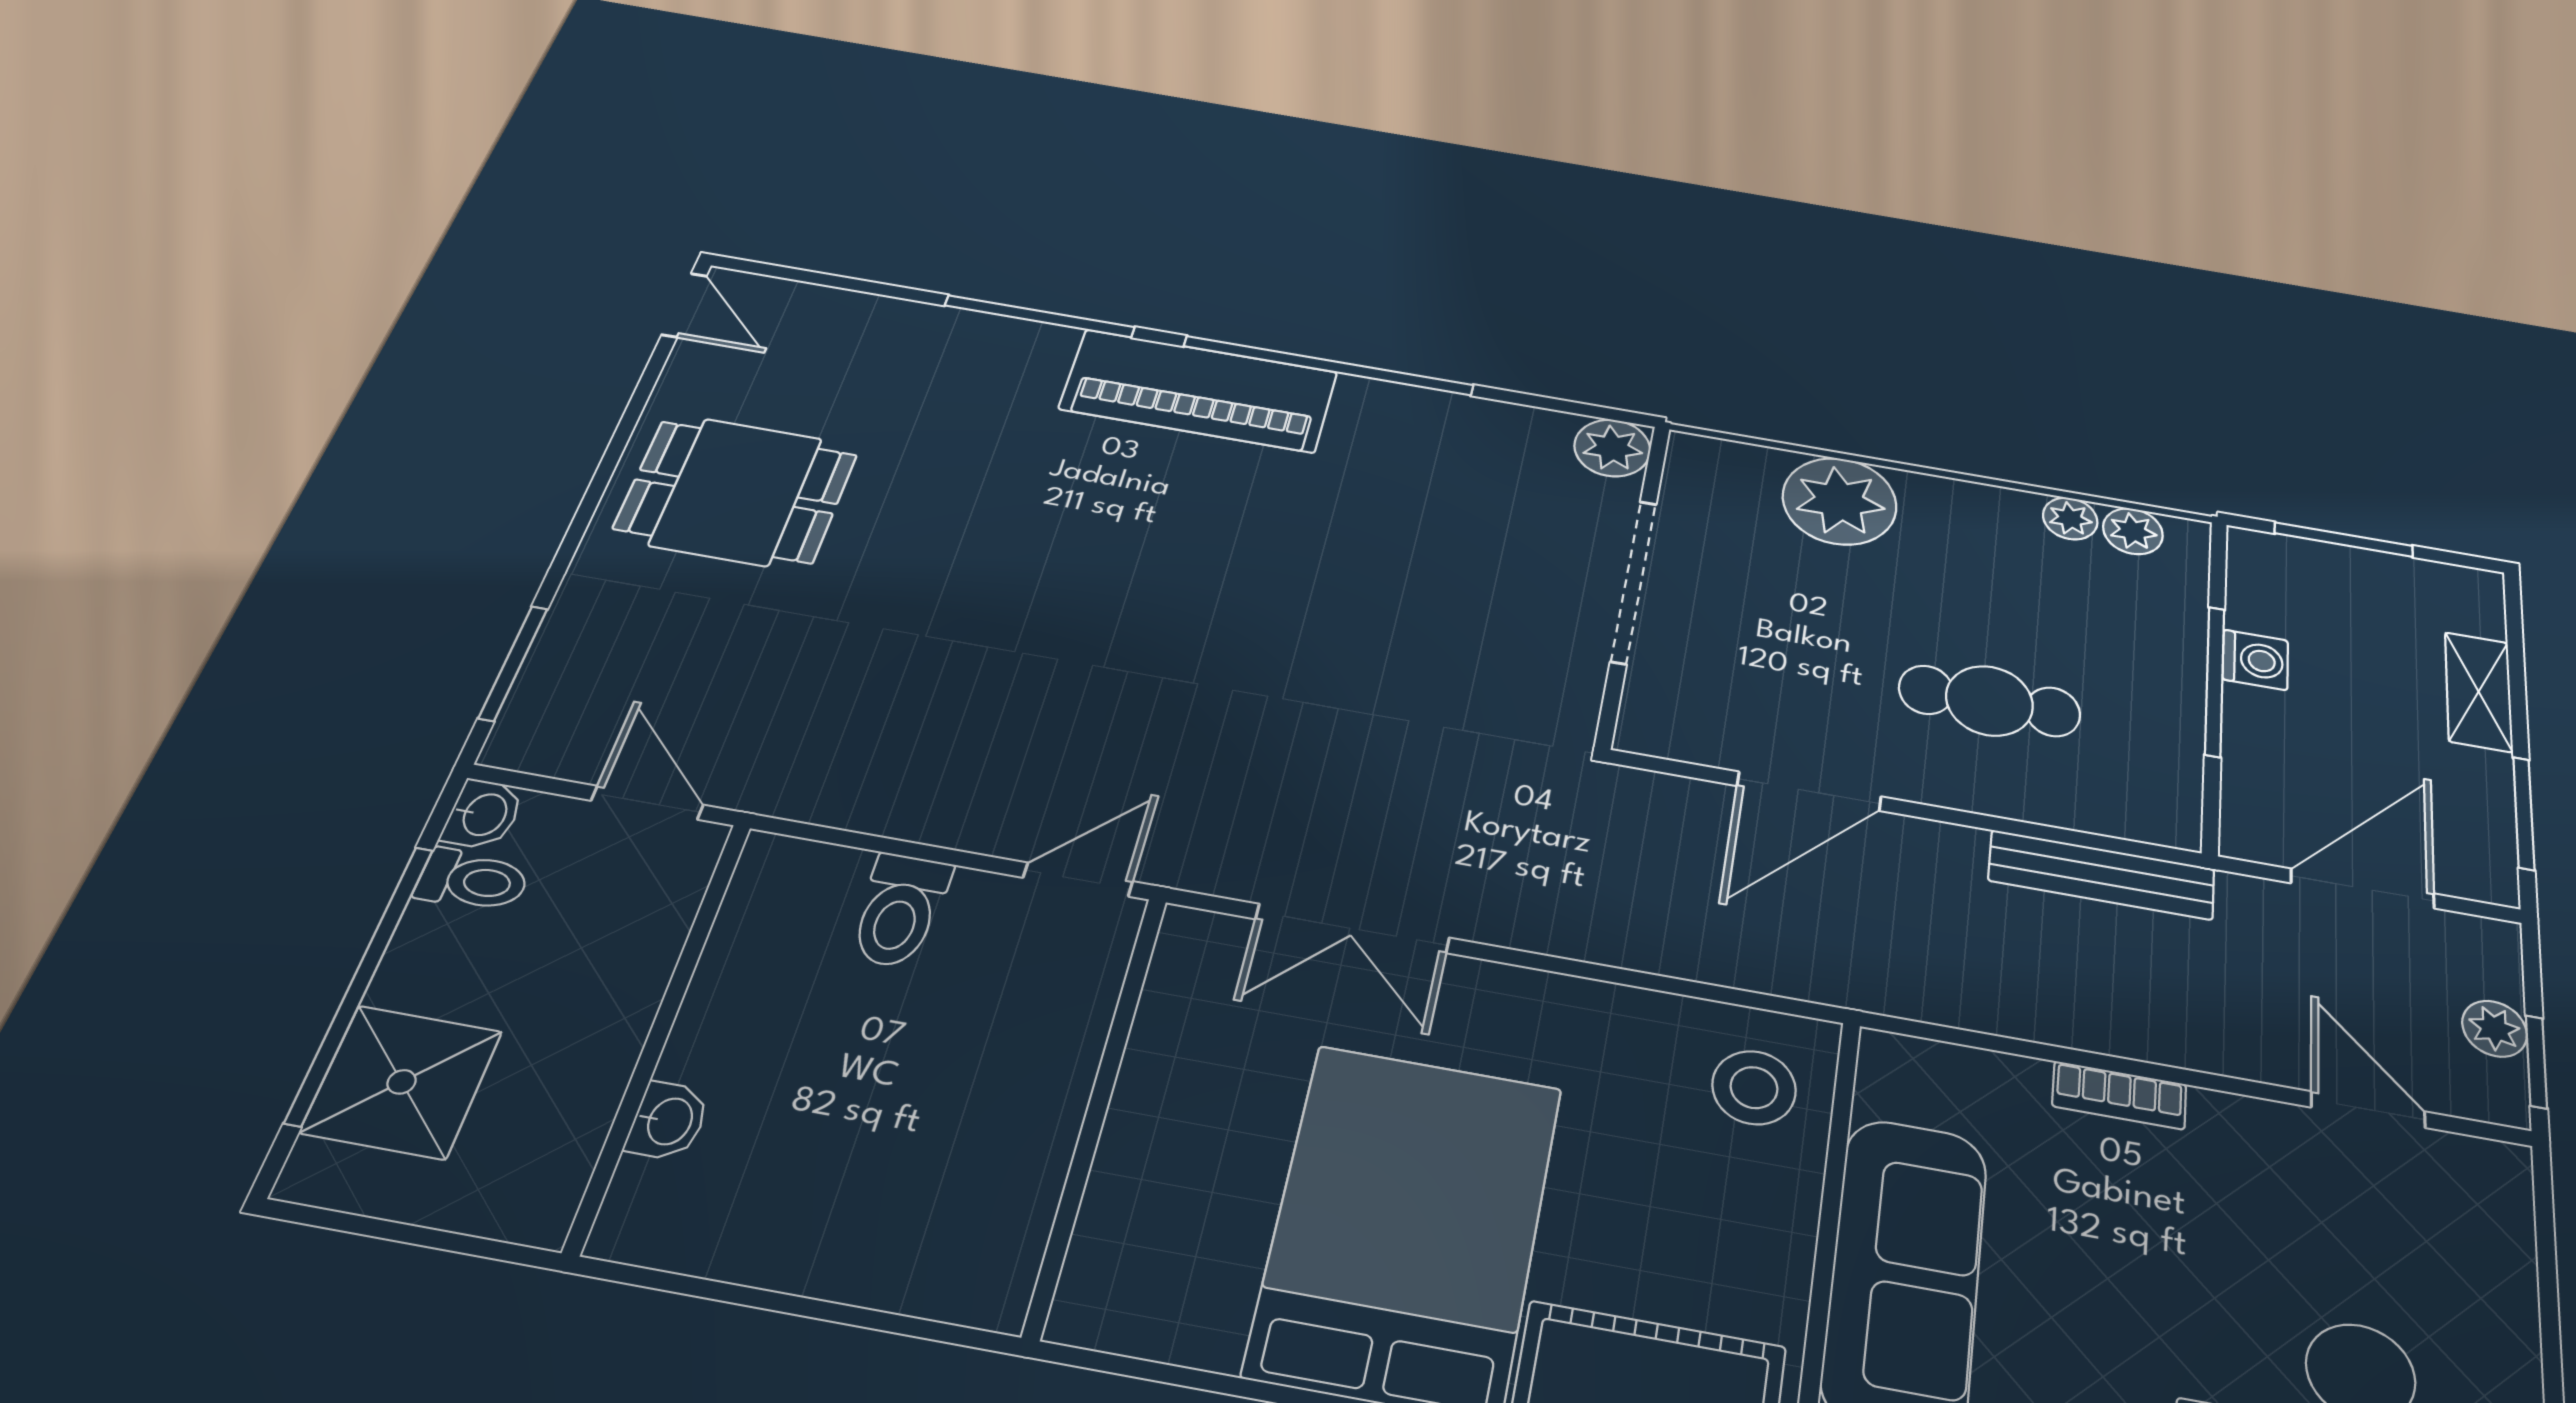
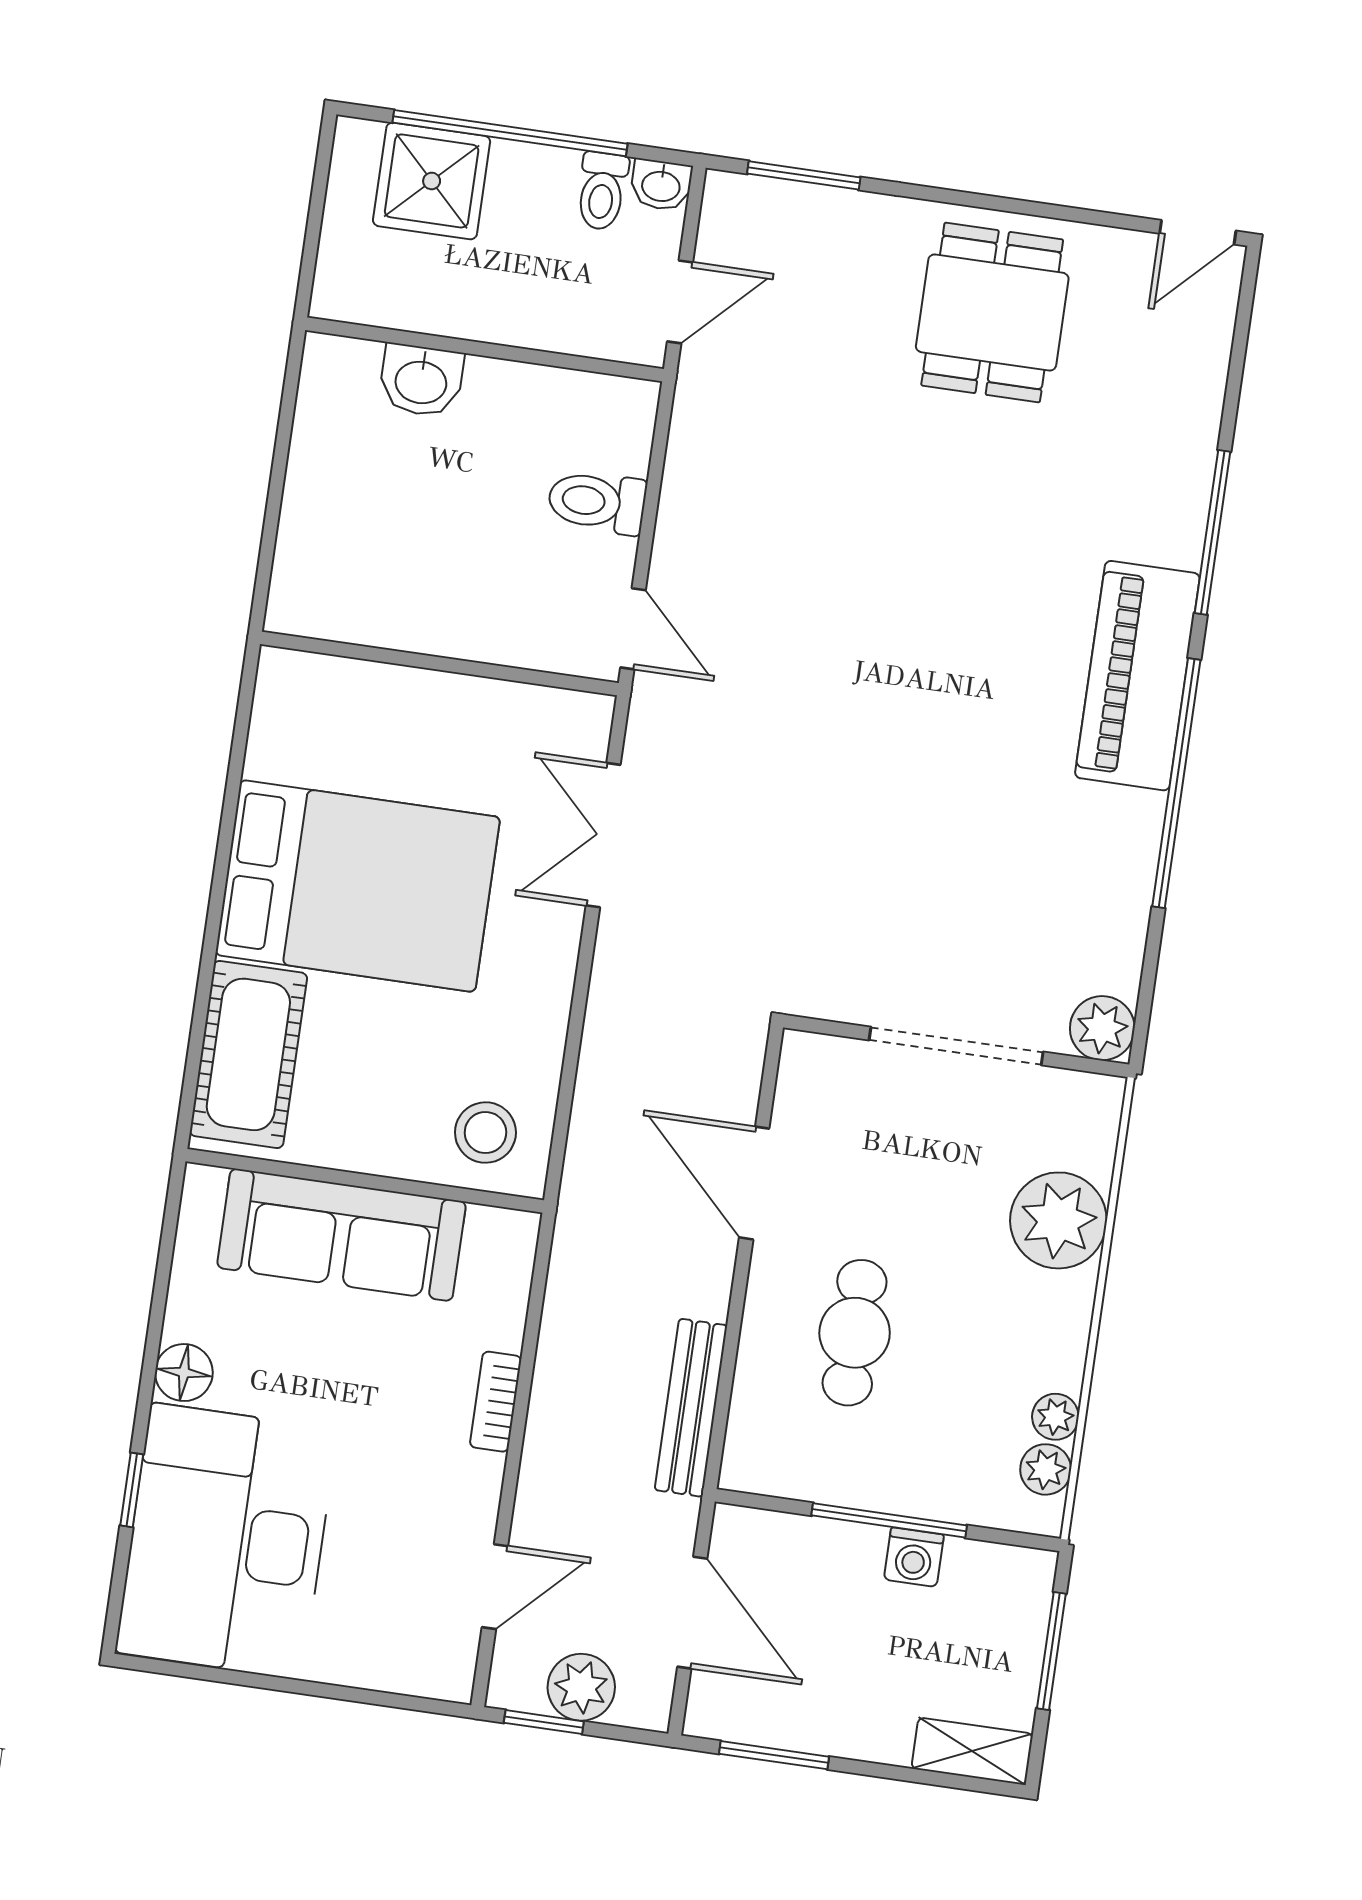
shelving: (2479, 692) -> (972, 1751), moved
plant: (2495, 1029) -> (581, 1687), width x1.38, depth x1.38
washbasin: (668, 1121) -> (421, 380), width x1.38, depth x1.45

